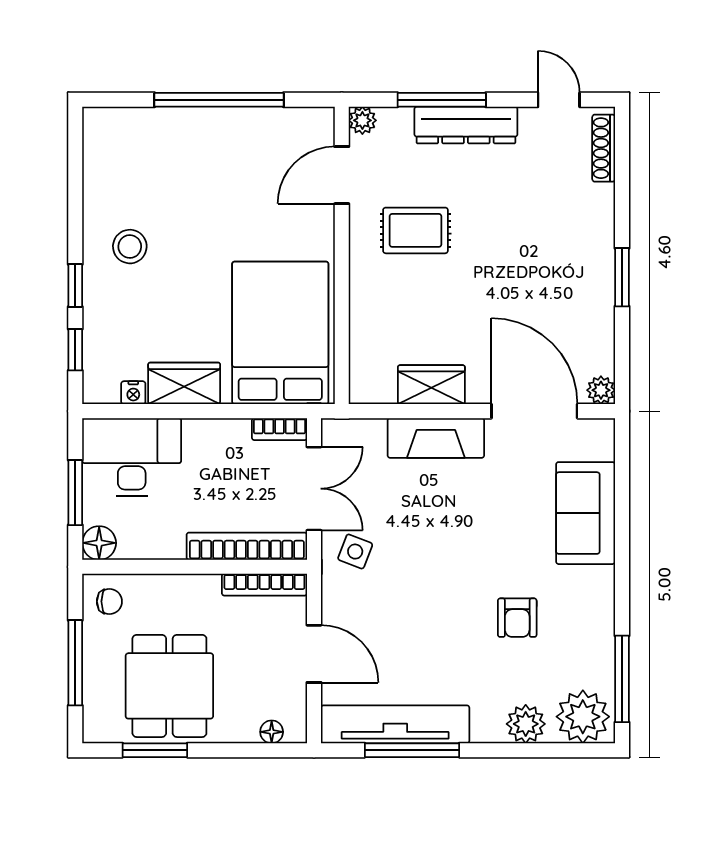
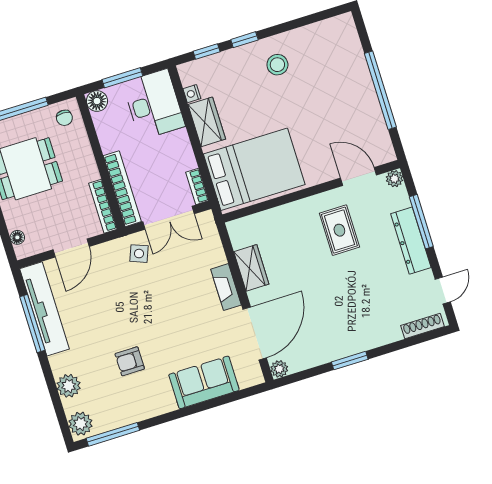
fireplace: (436, 438) -> (226, 287), width x0.73, depth x0.76
plant: (583, 717) -> (80, 424), width x0.73, depth x0.73

